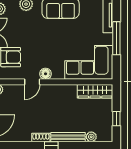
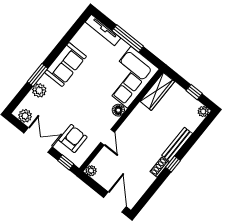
floor lamp: (46, 74) -> (118, 110), moved
plant: (91, 137) -> (203, 111), moved

